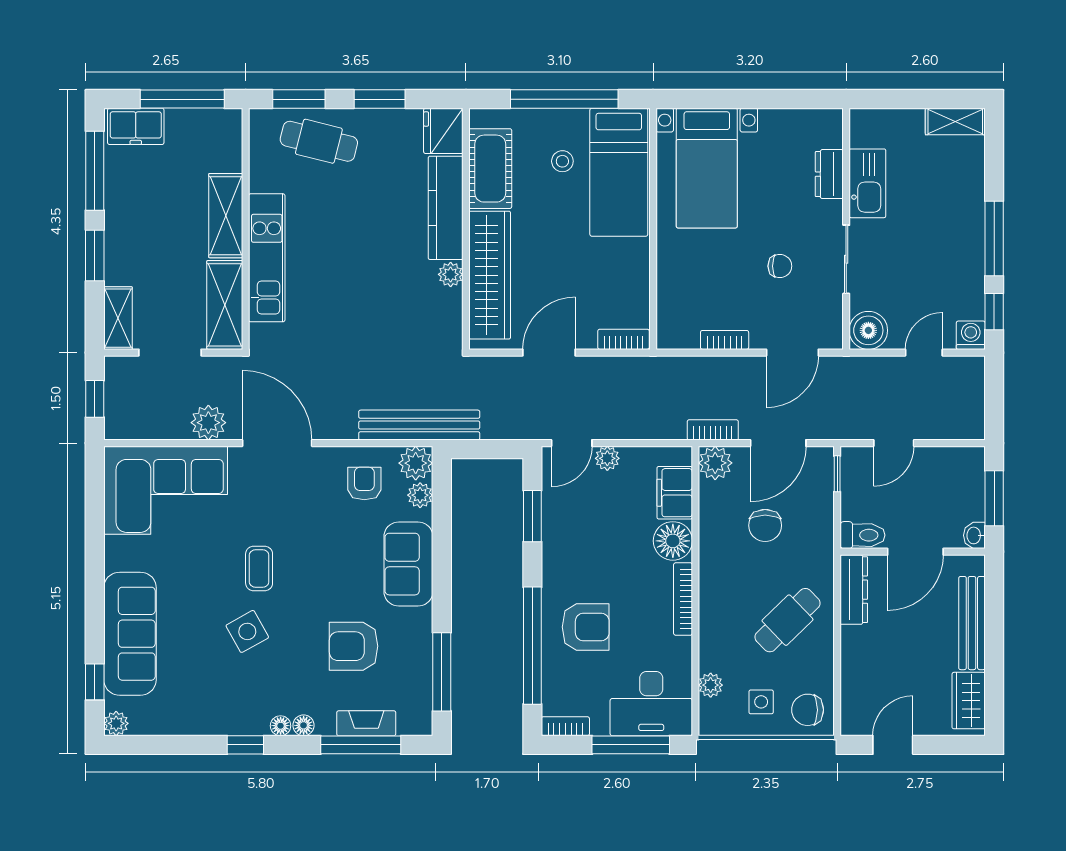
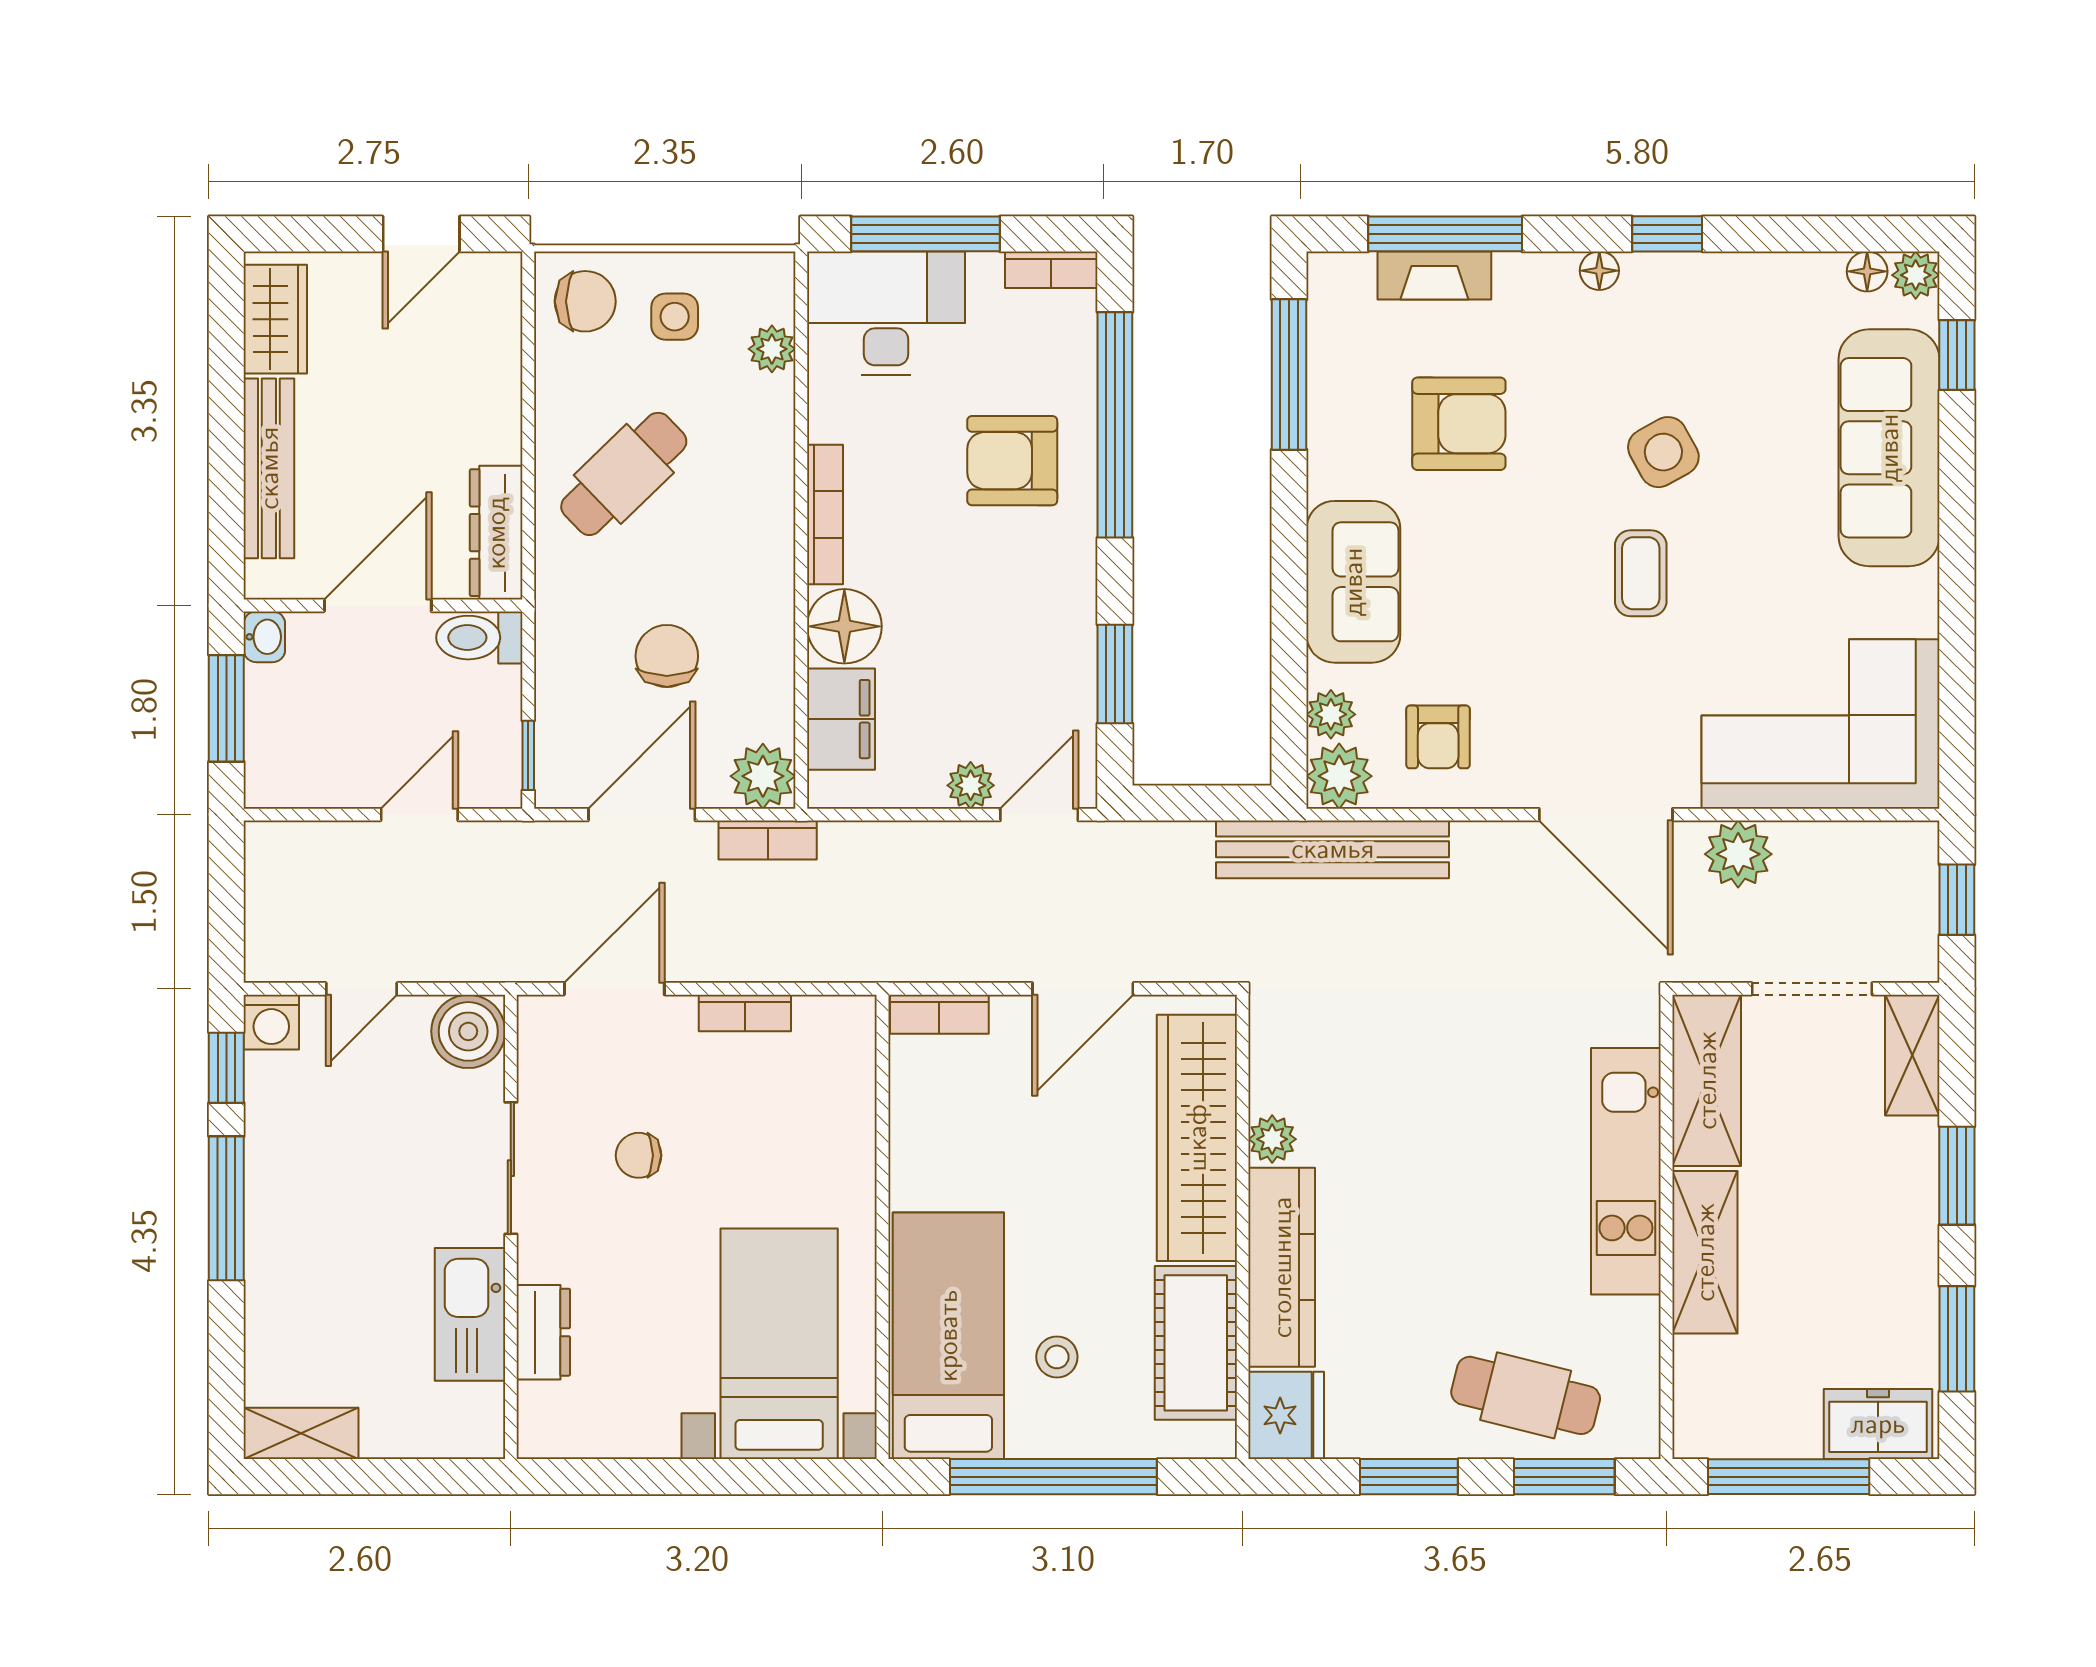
window: (95, 171) -> (1957, 1339), width x0.69
floor lamp: (304, 725) -> (1867, 271), moved

